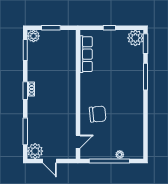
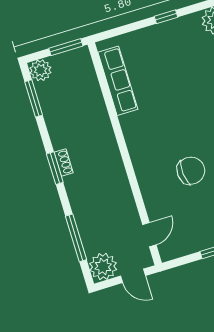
row of seats: (86, 54) -> (118, 81), moved
wall: (78, 94) -> (125, 154), moved
door: (78, 142) -> (149, 235), moved

